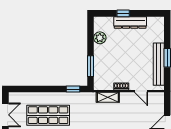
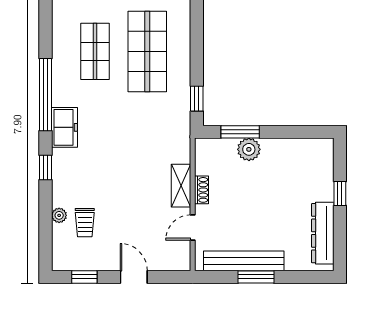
dresser: (130, 22) -> (323, 233), moved
plant: (100, 38) -> (249, 149), moved
shelving: (108, 97) -> (181, 186), moved

